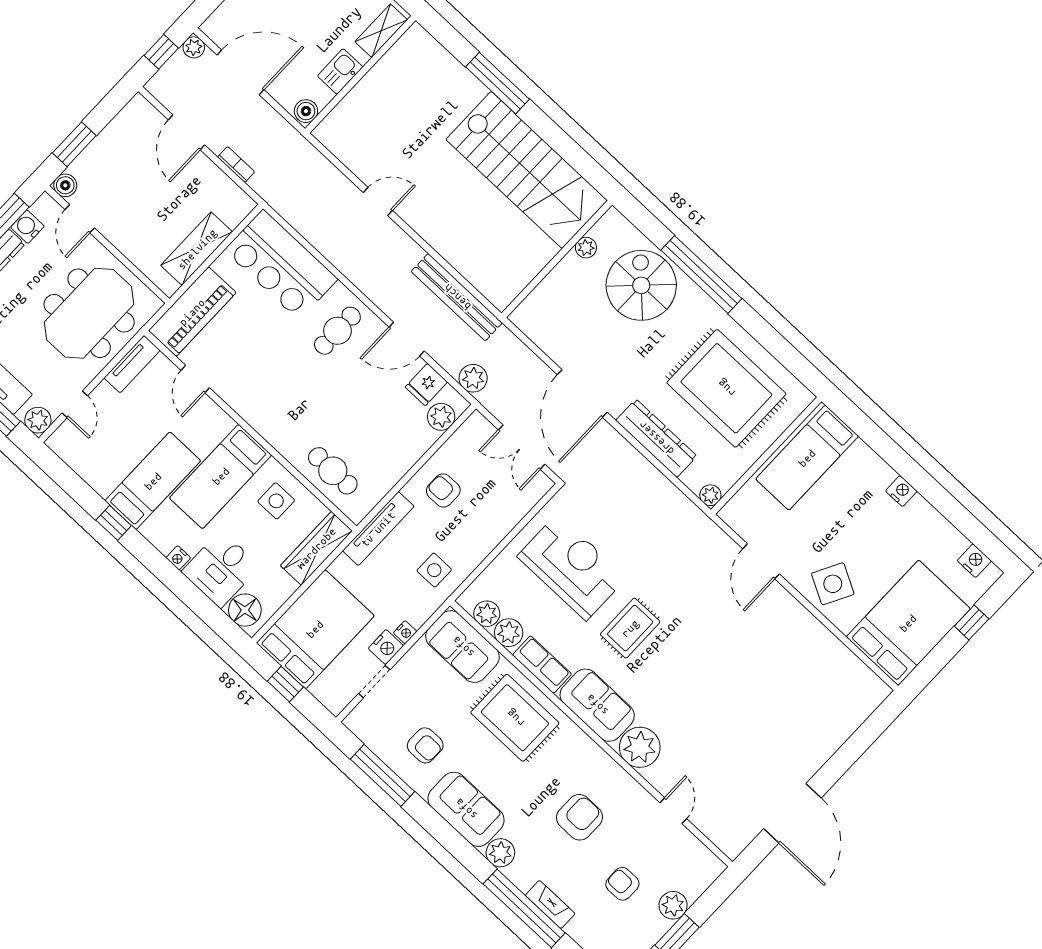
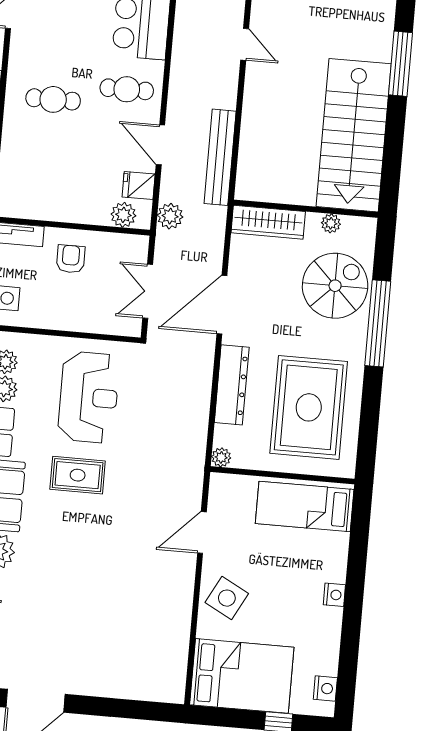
wardrobe: (543, 300) -> (268, 222), added
cafe table: (333, 471) -> (53, 99), moved, turned 90

